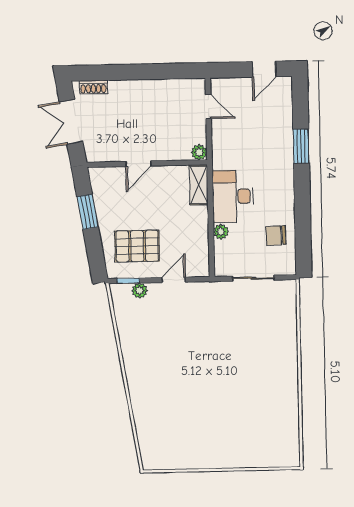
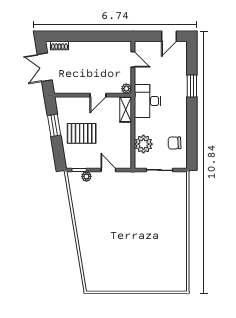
door: (138, 164) -> (98, 95), moved
desk: (233, 196) -> (147, 101), moved
plant: (221, 232) -> (143, 144), width x1.88, depth x1.88
pallet: (137, 246) -> (82, 133), moved
door: (174, 280) -> (108, 170), hinge flipped

